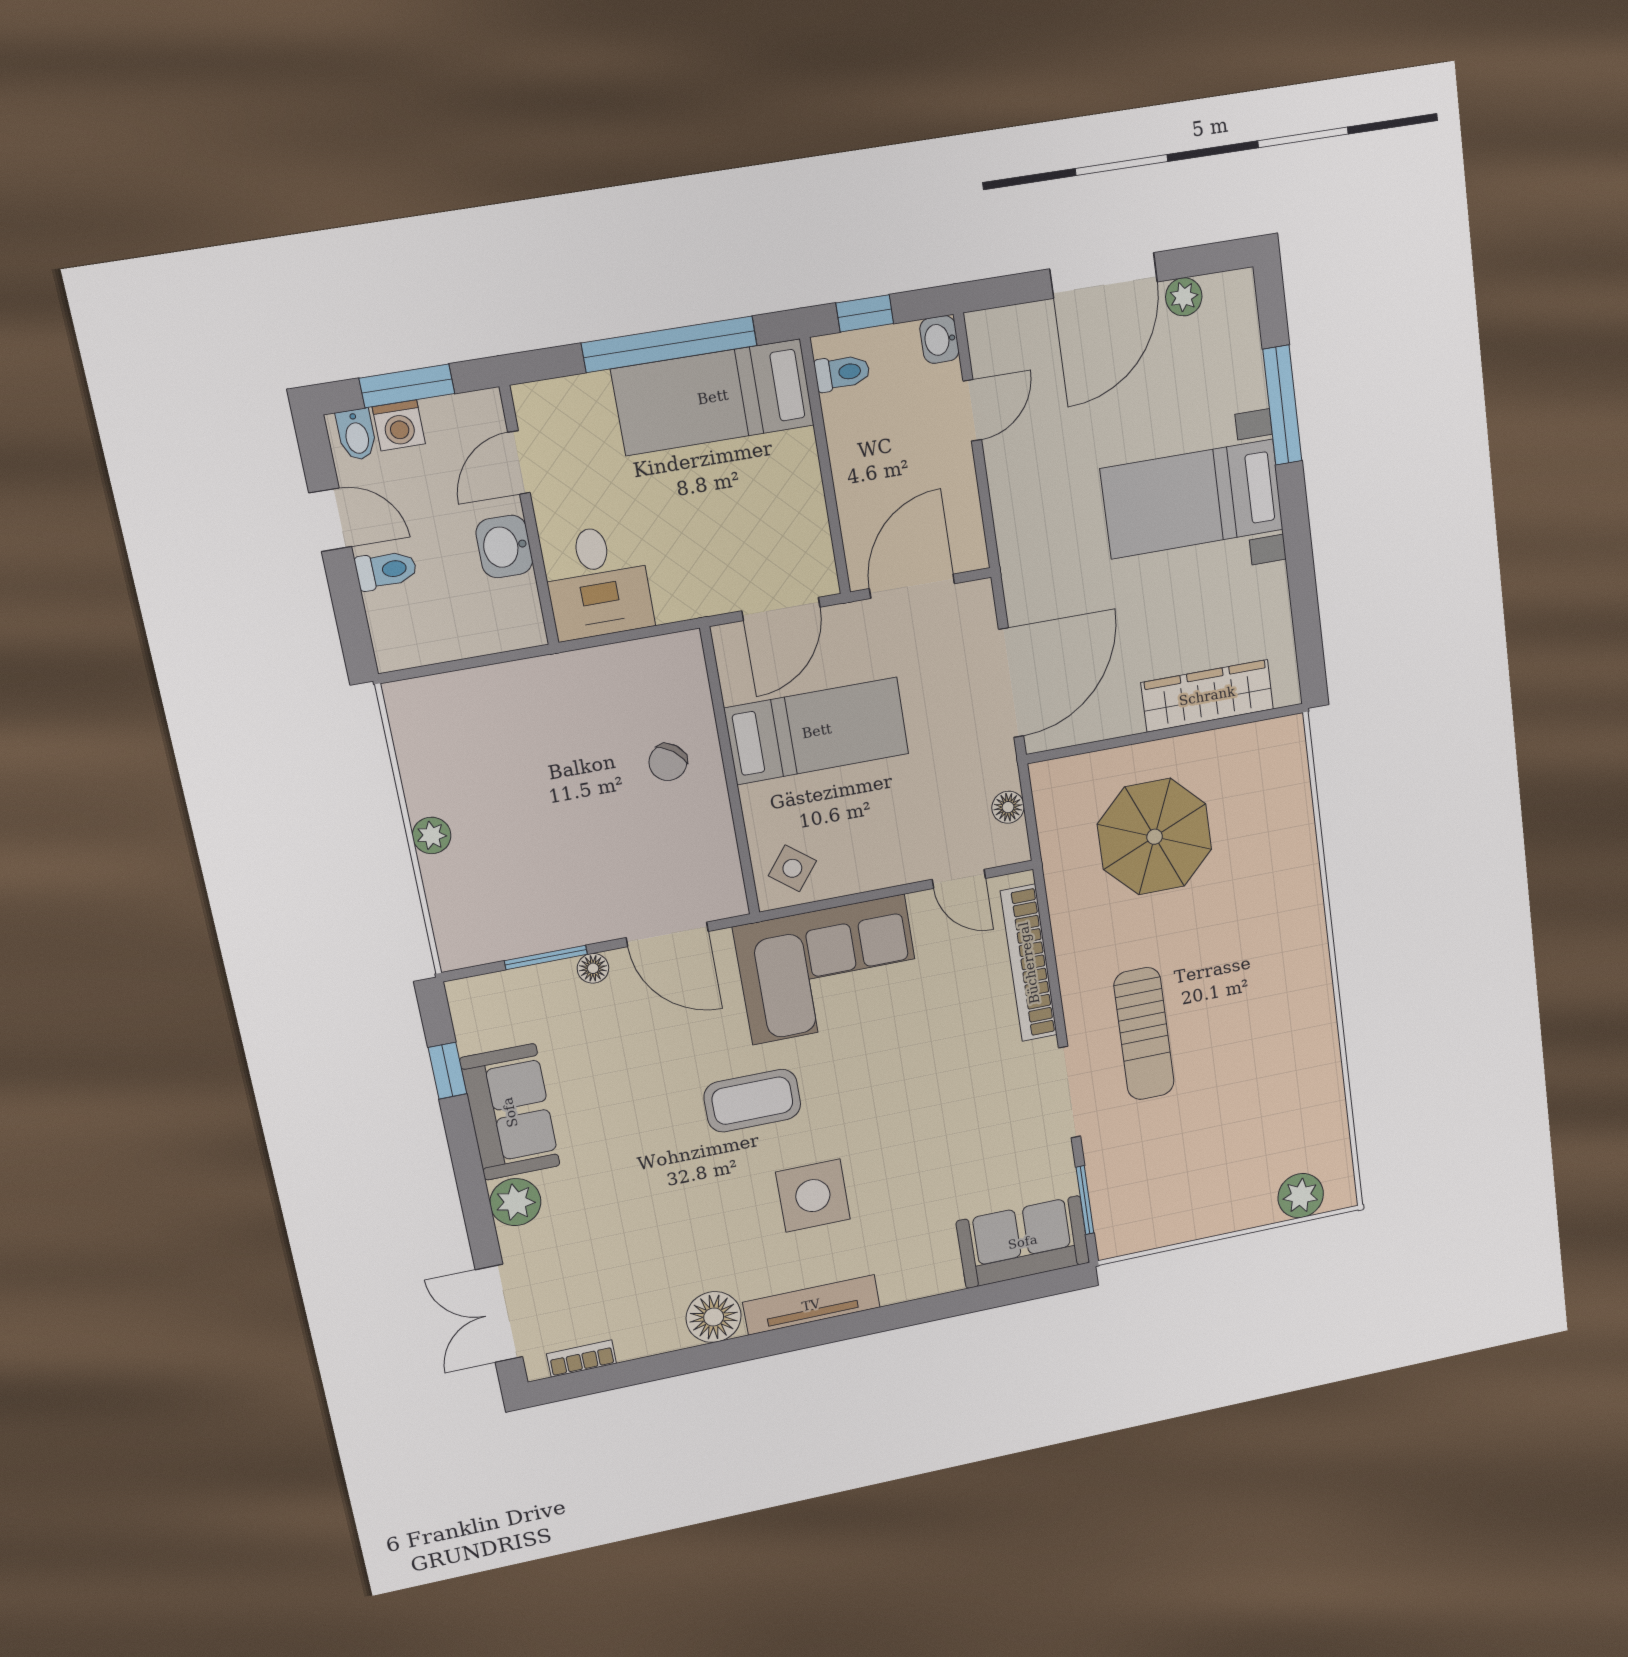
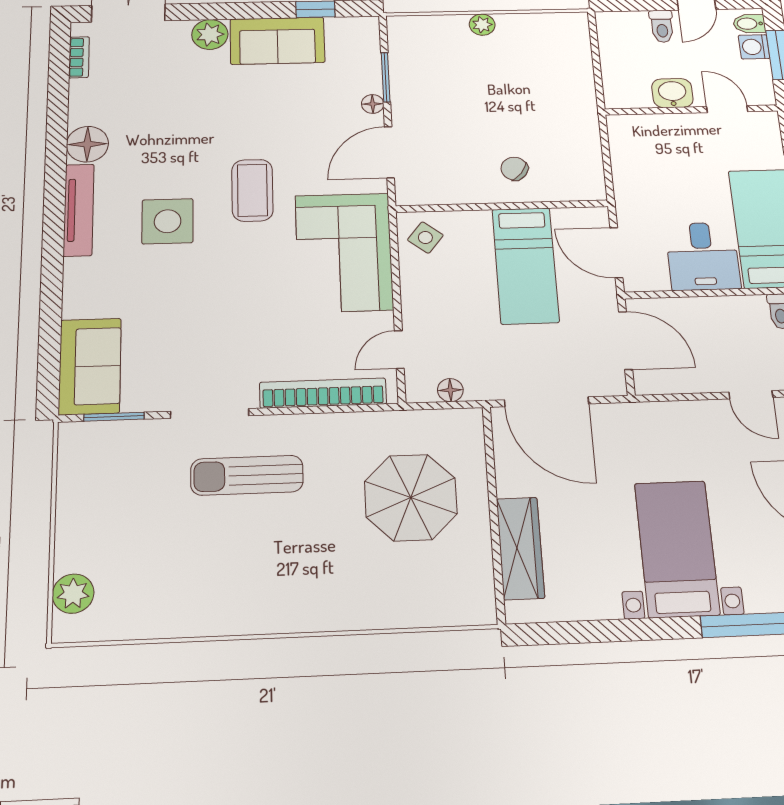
desk: (597, 582) -> (703, 256), moved, turned -90

